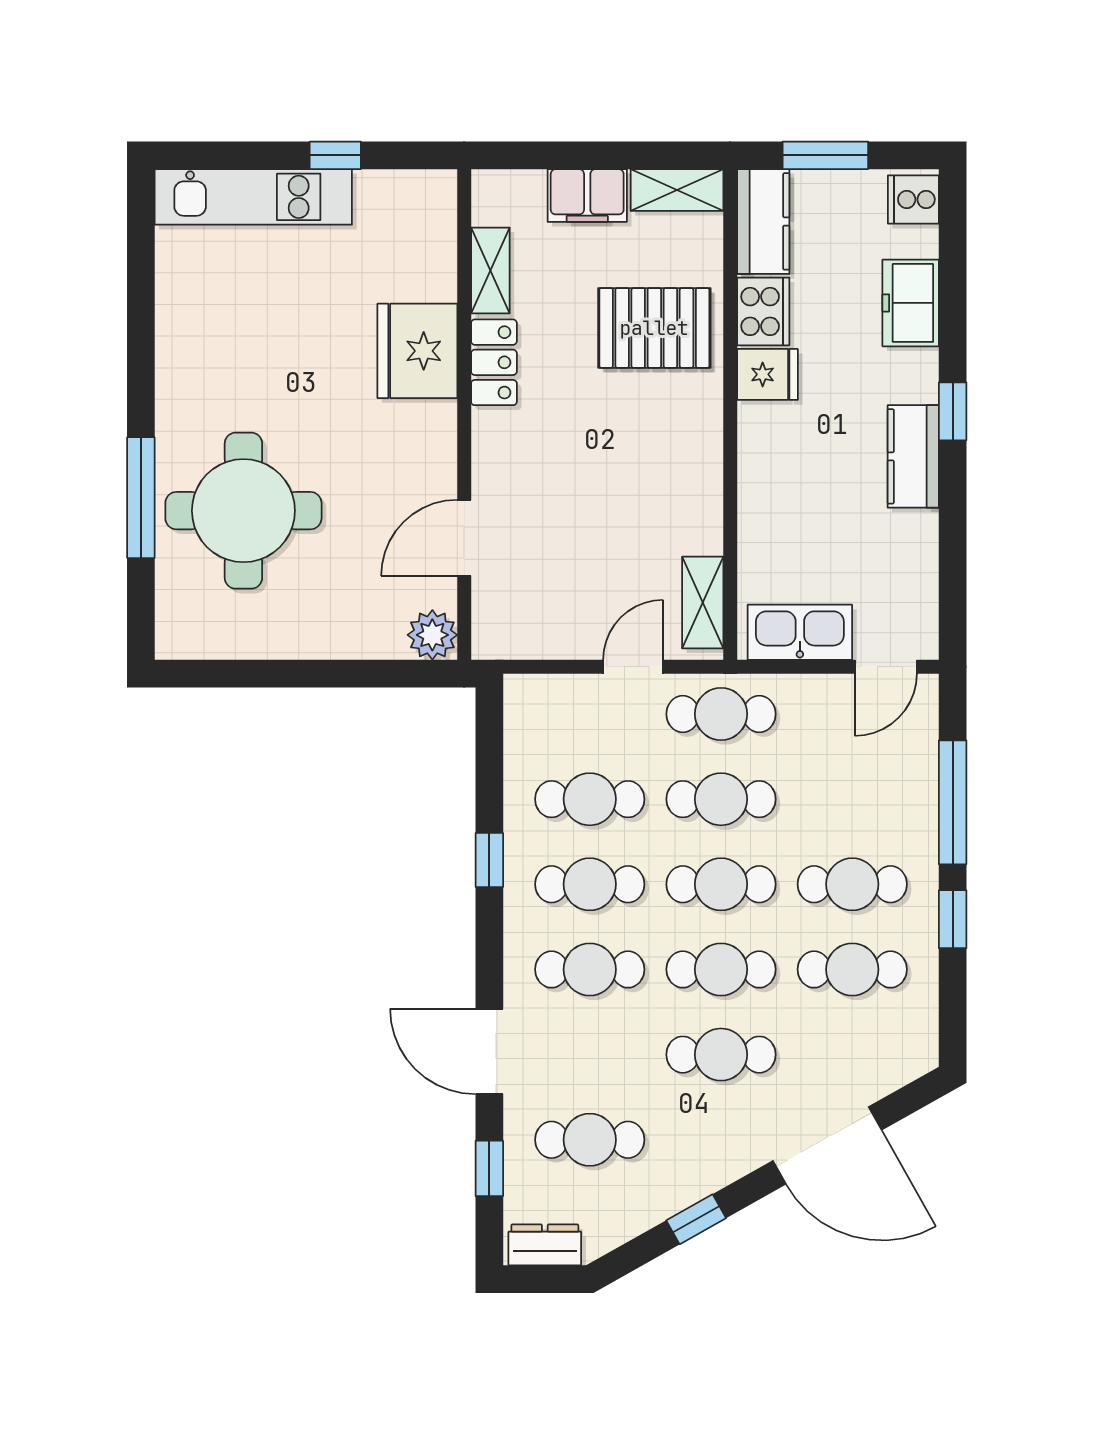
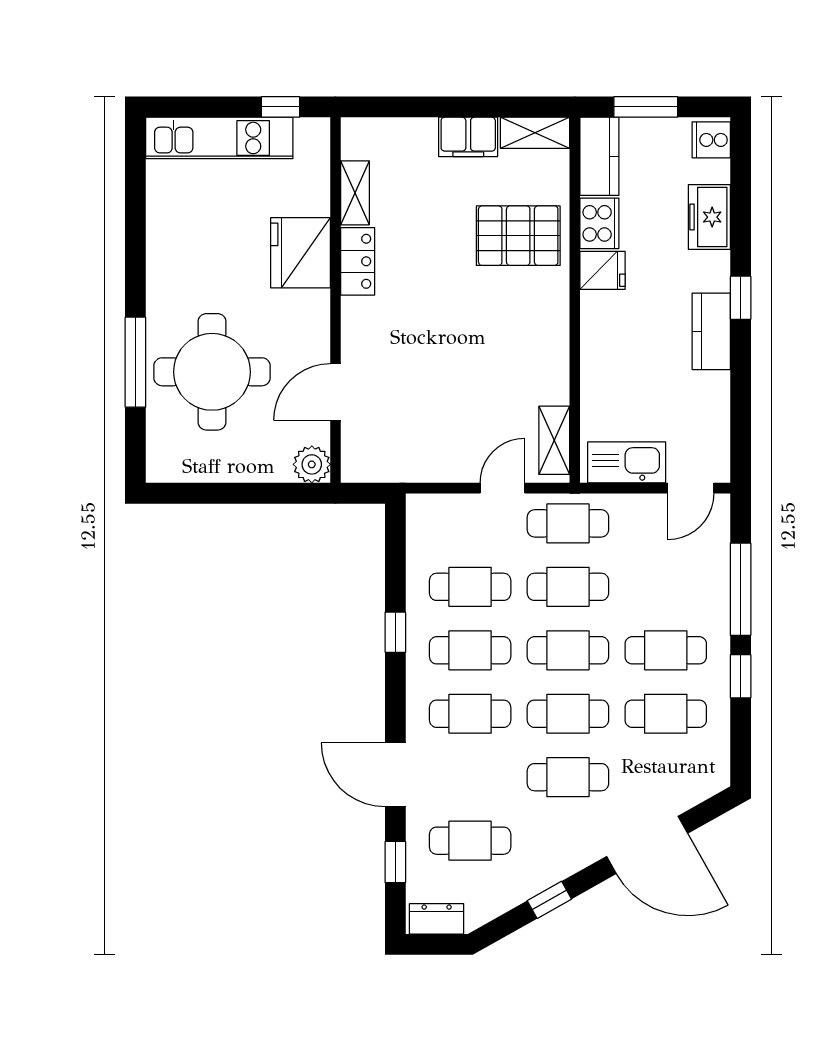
shelving: (490, 270) -> (355, 193), moved
fridge: (417, 351) -> (301, 253), moved
locker: (494, 362) -> (358, 261), moved
wall: (464, 414) -> (335, 300), moved
door: (464, 538) -> (335, 392), moved
plant: (432, 635) -> (312, 464), moved

